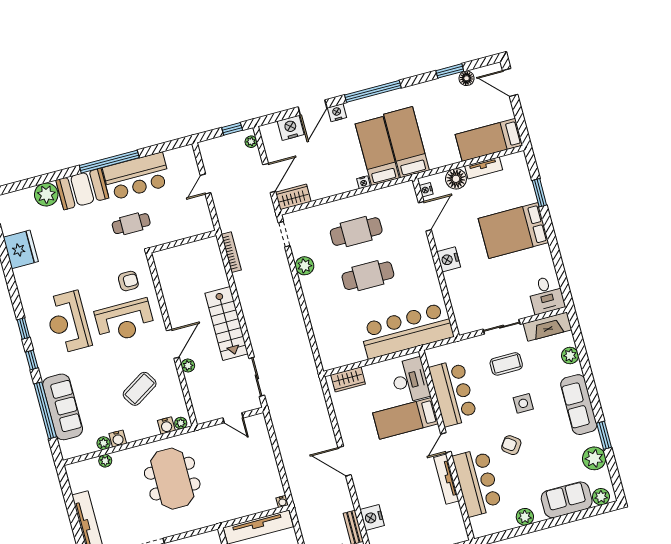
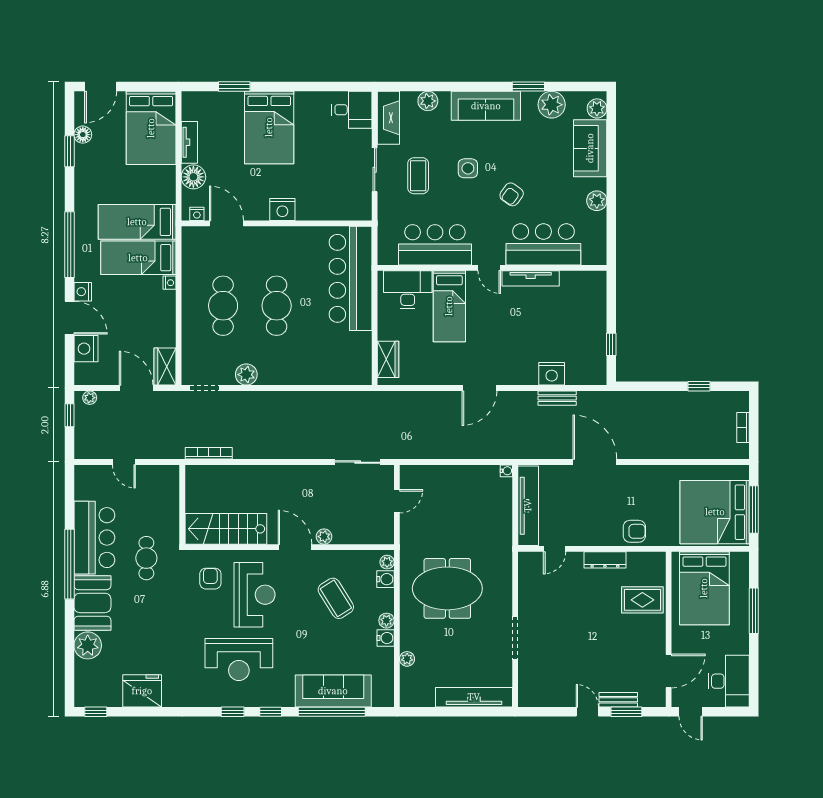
bed: (489, 140) -> (151, 128), width x1.50
stairs: (227, 323) -> (226, 529), moved, turned 180
plant: (104, 443) -> (386, 621), moved

